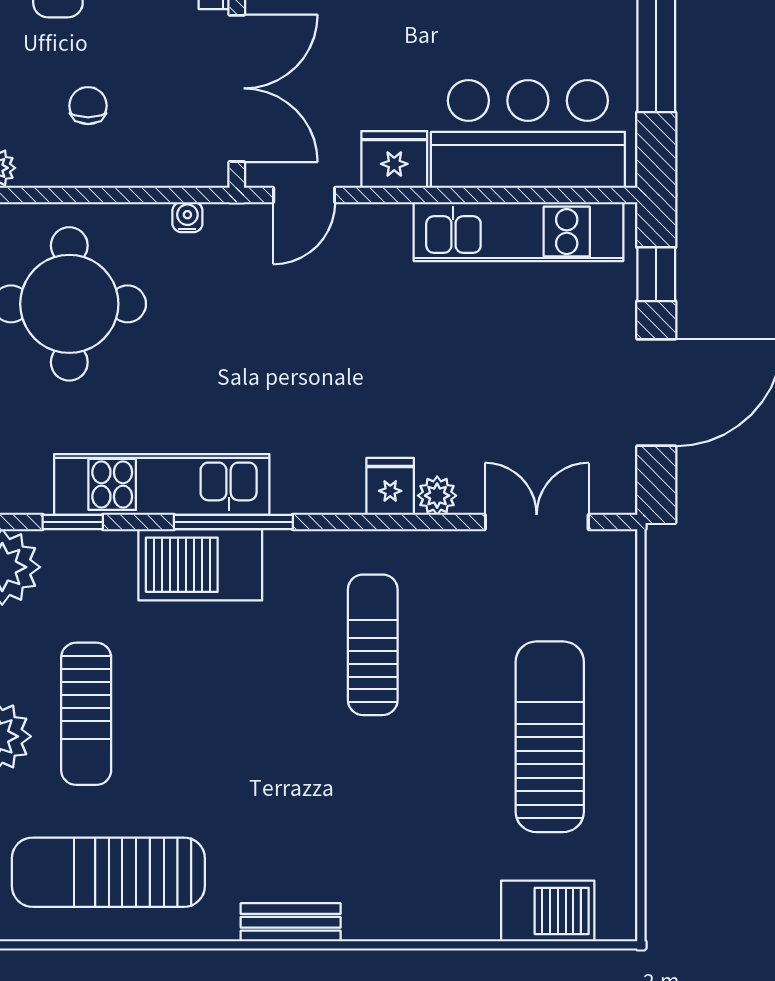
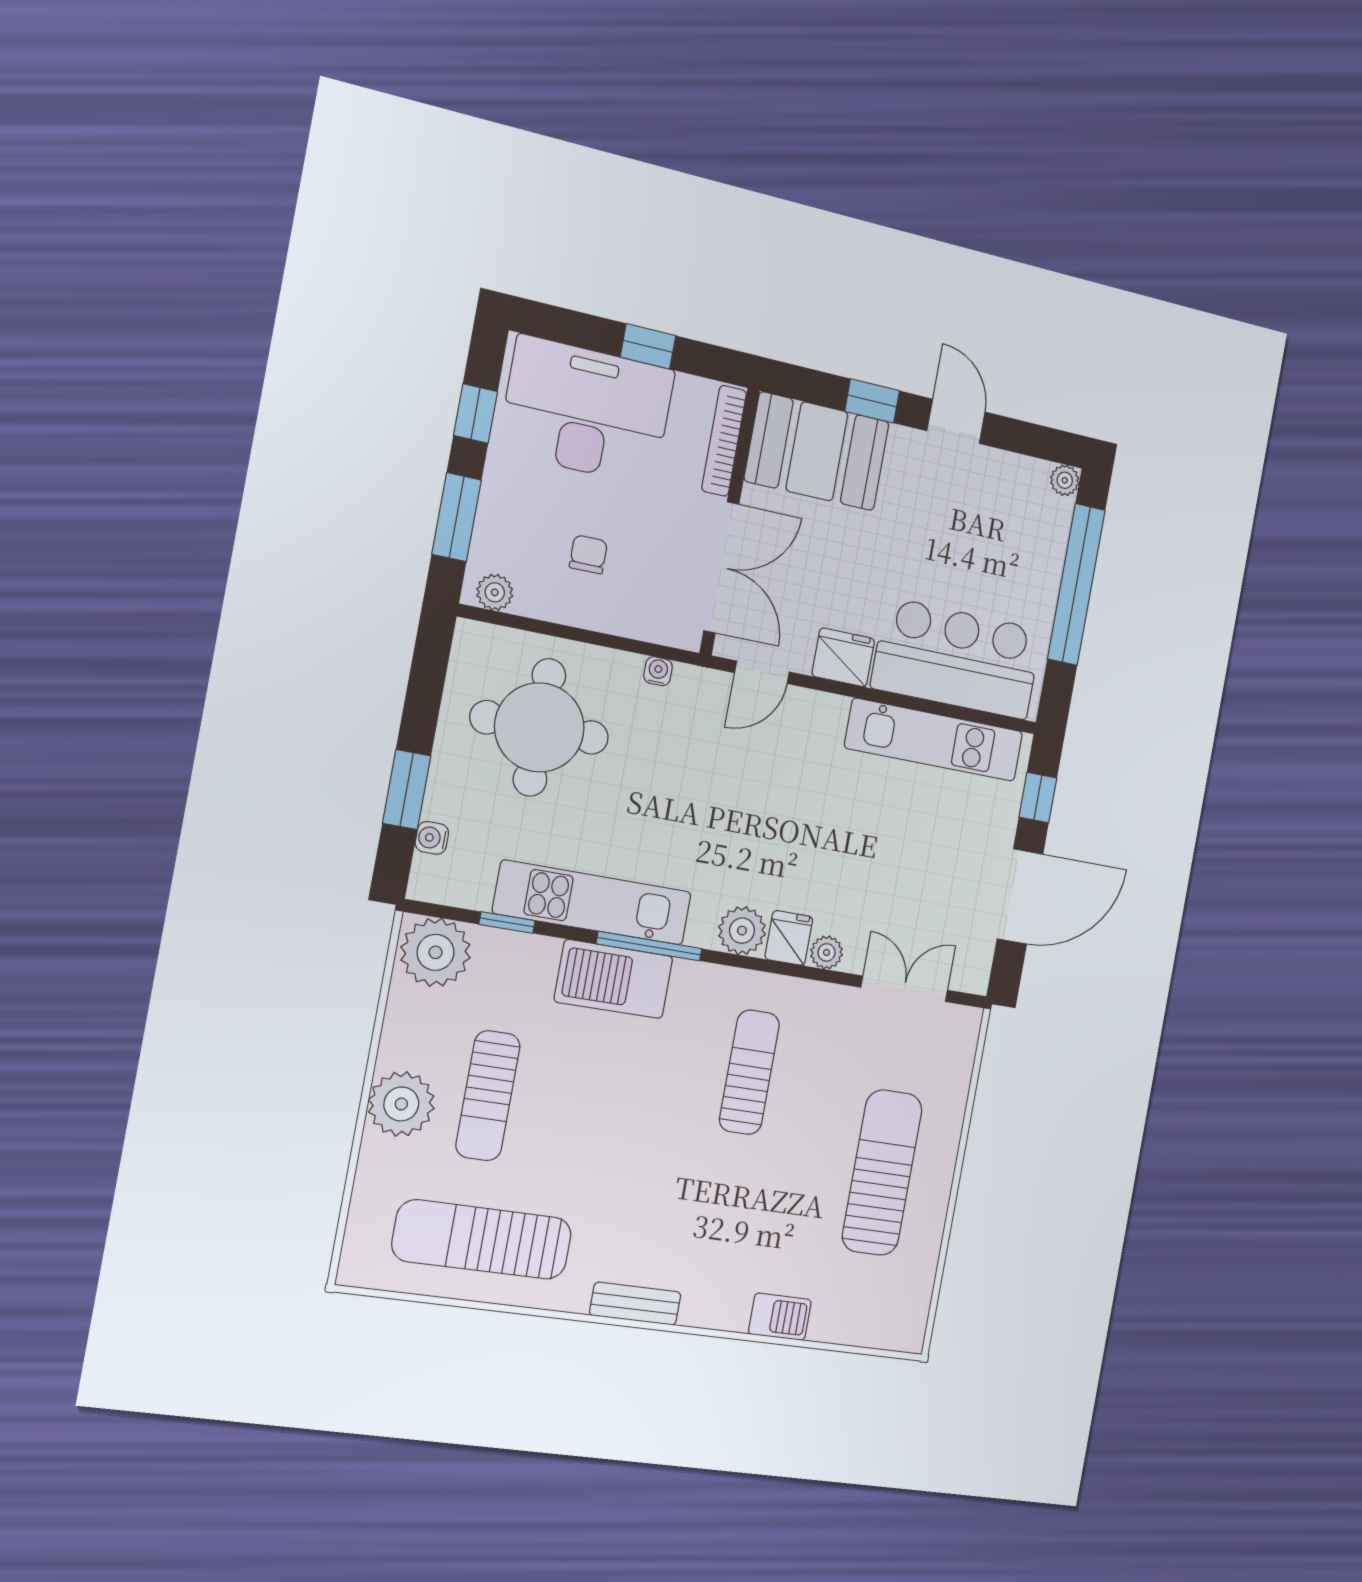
plant: (335, 487) -> (742, 931), added
barbecue: (548, 911) -> (780, 1317), moved, width x0.73, depth x0.79

